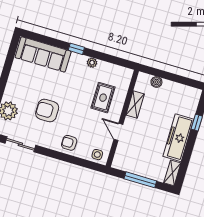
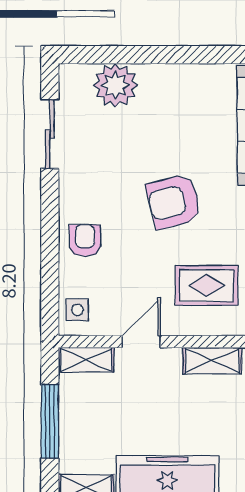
armchair: (47, 111) -> (174, 201), moved, turned -104
shelving: (119, 157) -> (86, 360), added

